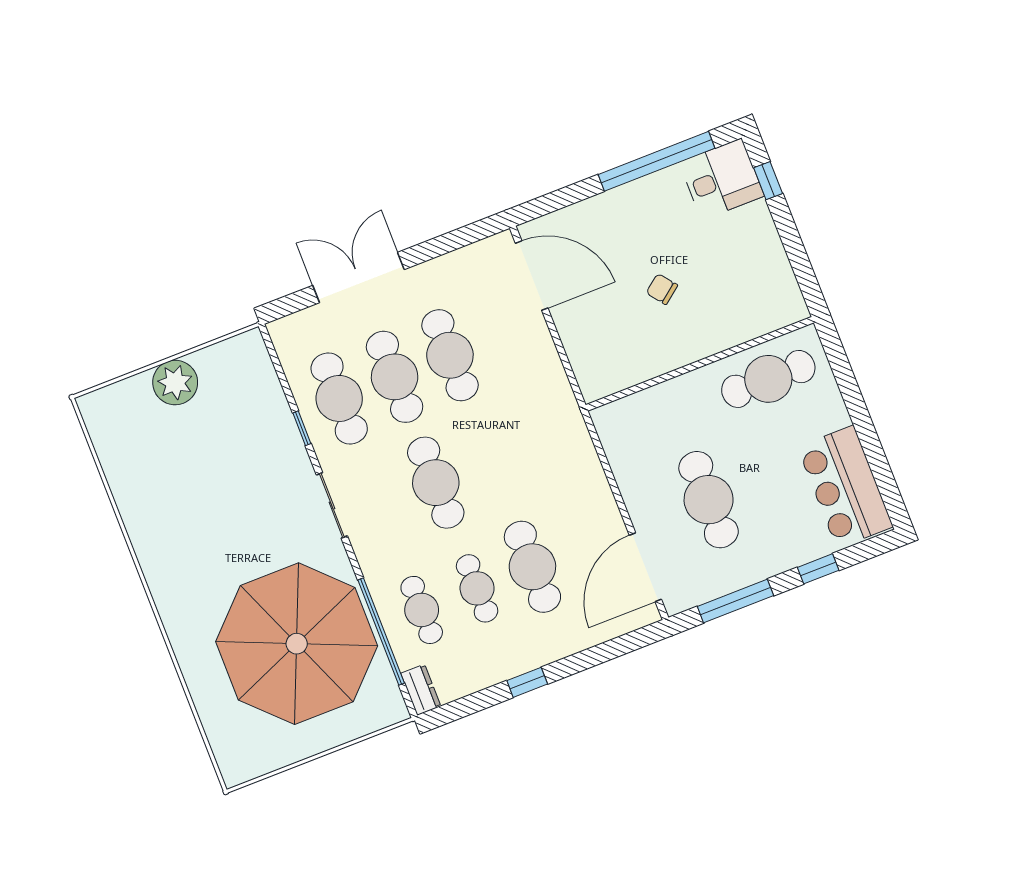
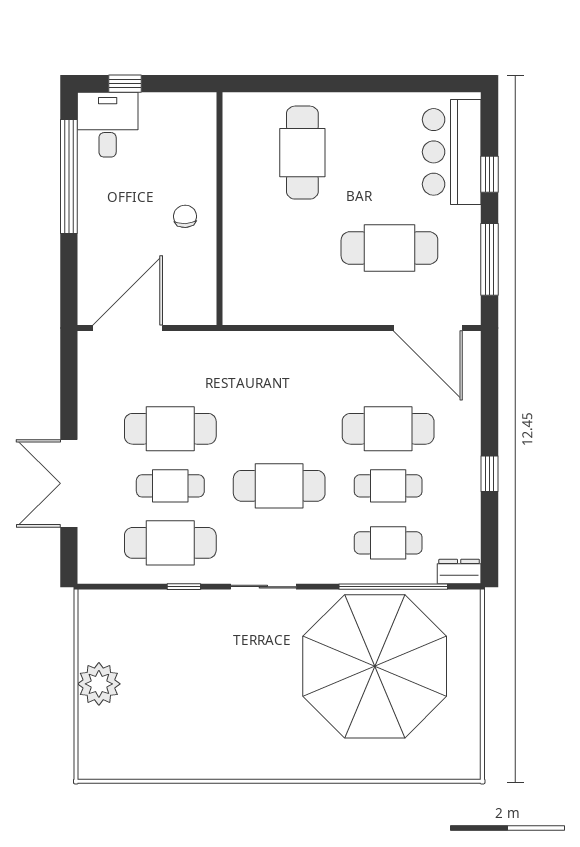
chair: (662, 289) -> (185, 216), turned 125
wall: (700, 364) -> (220, 209), moved
cafe table: (395, 377) -> (170, 486), width x0.73, depth x0.74
bar counter: (845, 487) -> (452, 152), moved, turned 90

